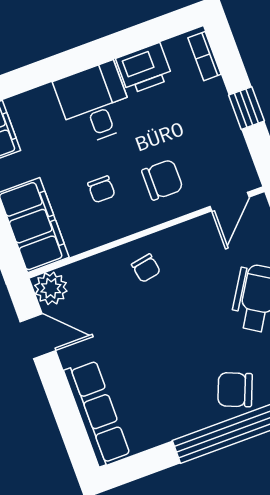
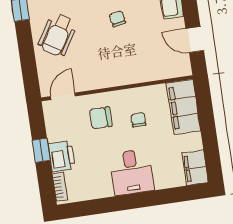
printer: (144, 69) -> (62, 156), moved, turned 90
chair: (146, 268) -> (117, 19), moved
plant: (51, 288) -> (181, 67), removed

